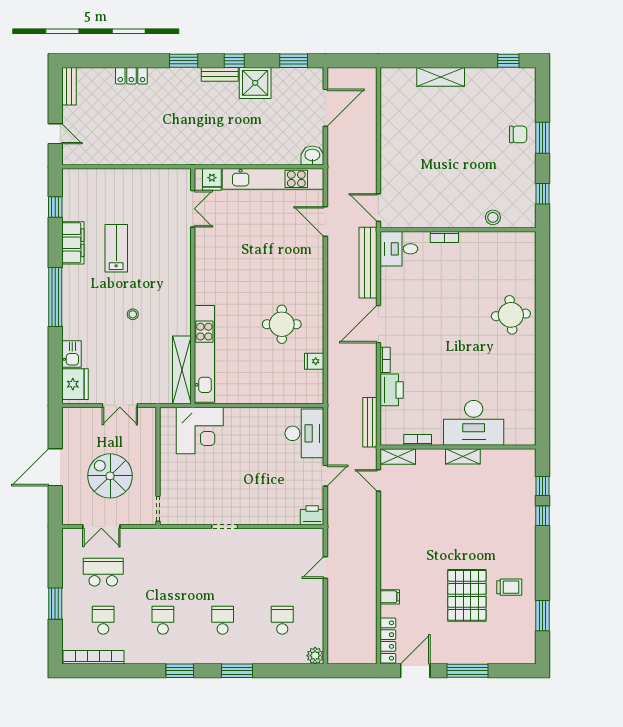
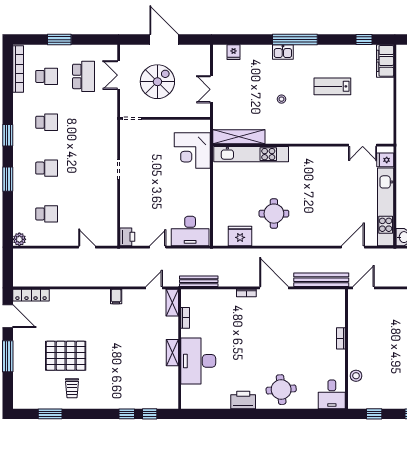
filing cabinet: (73, 243) -> (385, 61), moved, turned 90
lab bench: (116, 248) -> (332, 86), turned 180
desk: (399, 249) -> (332, 394), moved, turned 180
kitchen sink: (71, 354) -> (283, 52), moved
fridge: (314, 361) -> (240, 236), width x1.88, depth x1.34
fridge: (75, 384) -> (234, 52), width x0.53, depth x0.75
printer: (392, 390) -> (243, 400), moved, turned 180
door: (325, 476) -> (158, 247), swing flipped
filing cabinet: (390, 597) -> (116, 297), moved

